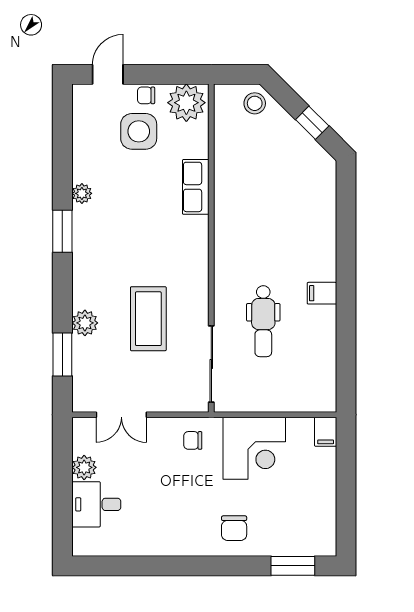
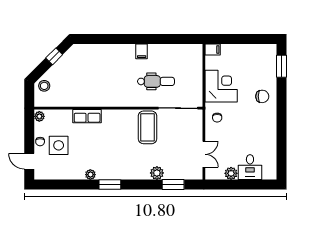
plant: (186, 103) -> (39, 116), width x0.53, depth x0.53
coffee table: (148, 319) -> (148, 127), moved, turned 90

